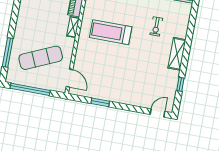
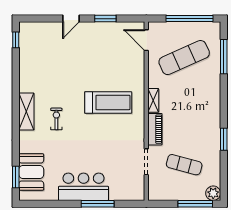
shelving: (177, 54) -> (26, 112), moved
window: (180, 84) -> (16, 40), moved
door: (157, 113) -> (71, 19), moved

